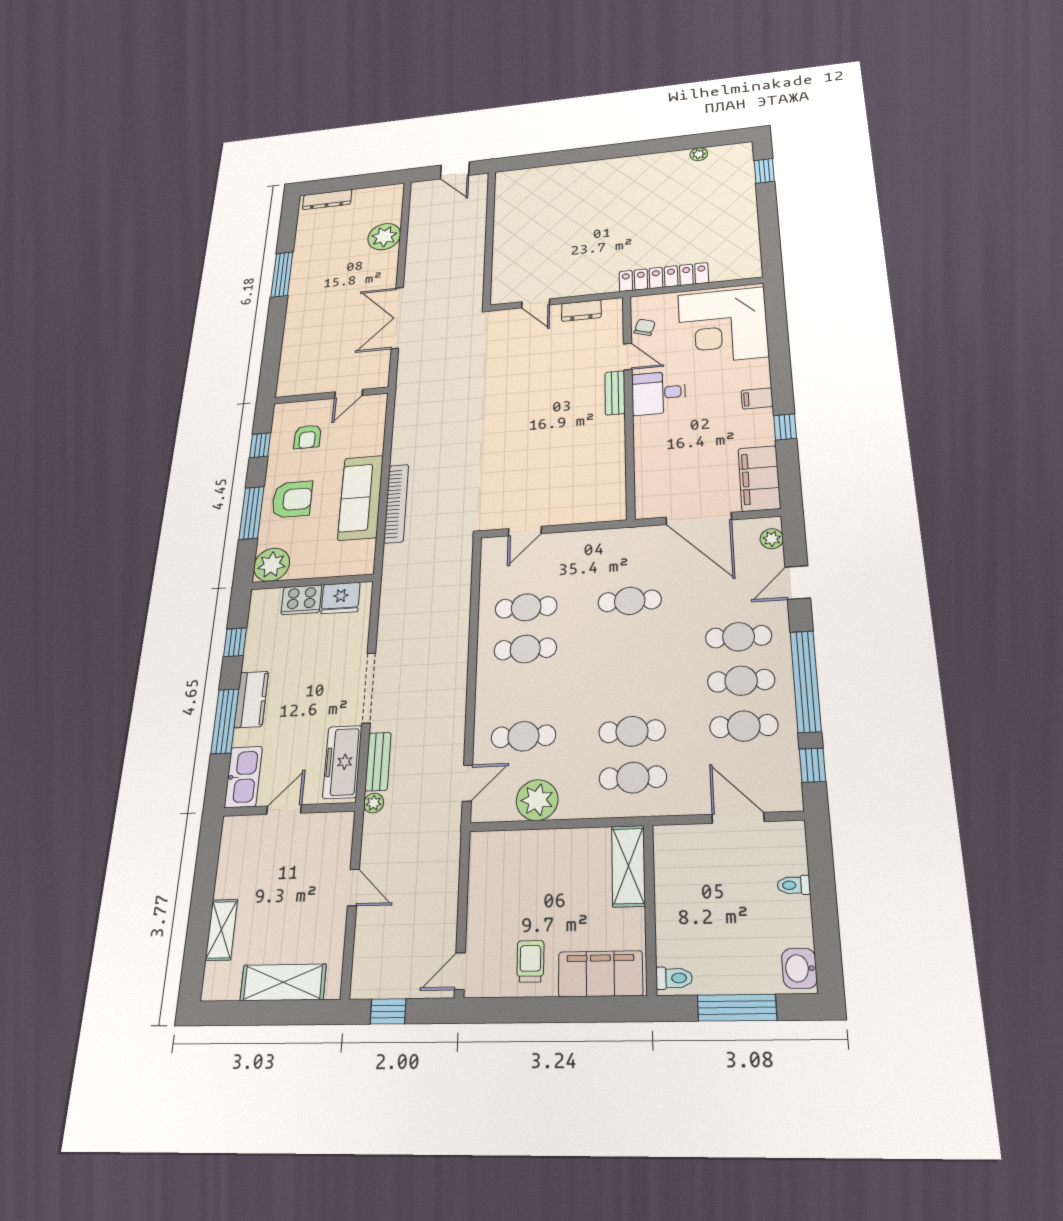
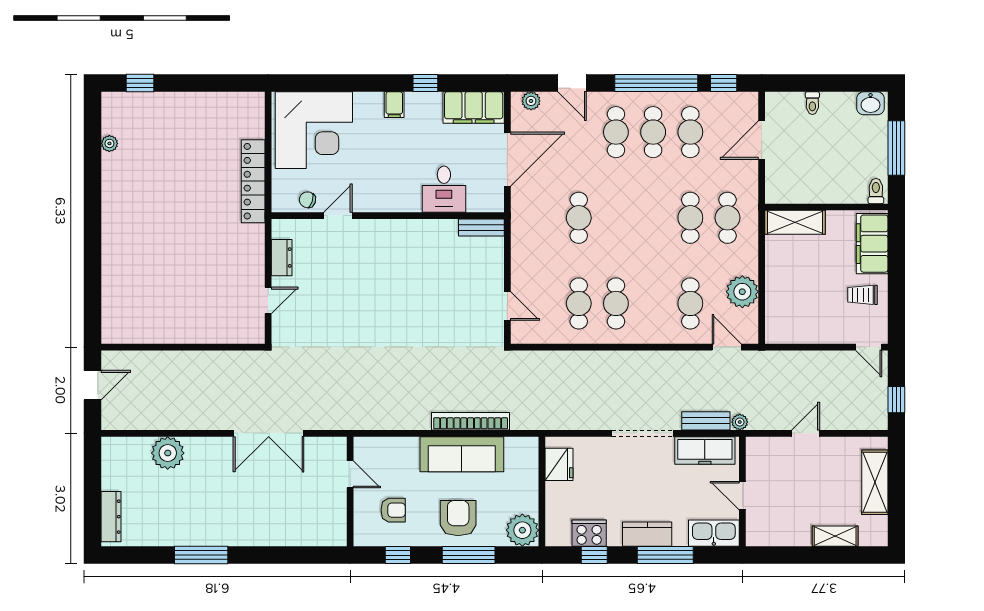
bench: (615, 393) -> (481, 228), moved
desk: (659, 393) -> (444, 189), moved
cooker: (301, 600) -> (589, 533), moved, turned -90

